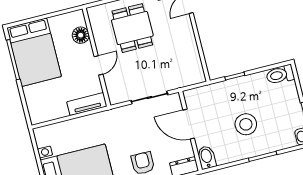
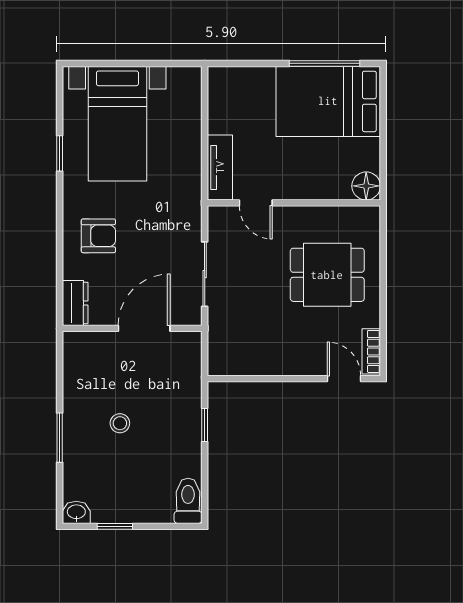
floor lamp: (81, 35) -> (366, 186), moved
door: (98, 65) -> (256, 203), moved
stool: (246, 124) -> (120, 423), width x0.53, depth x0.53
bidet: (207, 157) -> (81, 344), removed

